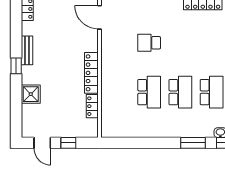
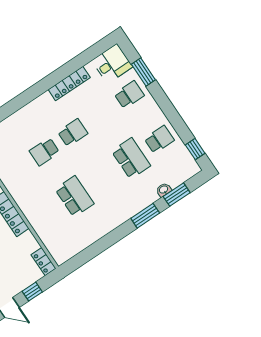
school desk: (180, 92) -> (73, 133), moved, width x0.54
locker: (92, 106) -> (43, 262), moved

